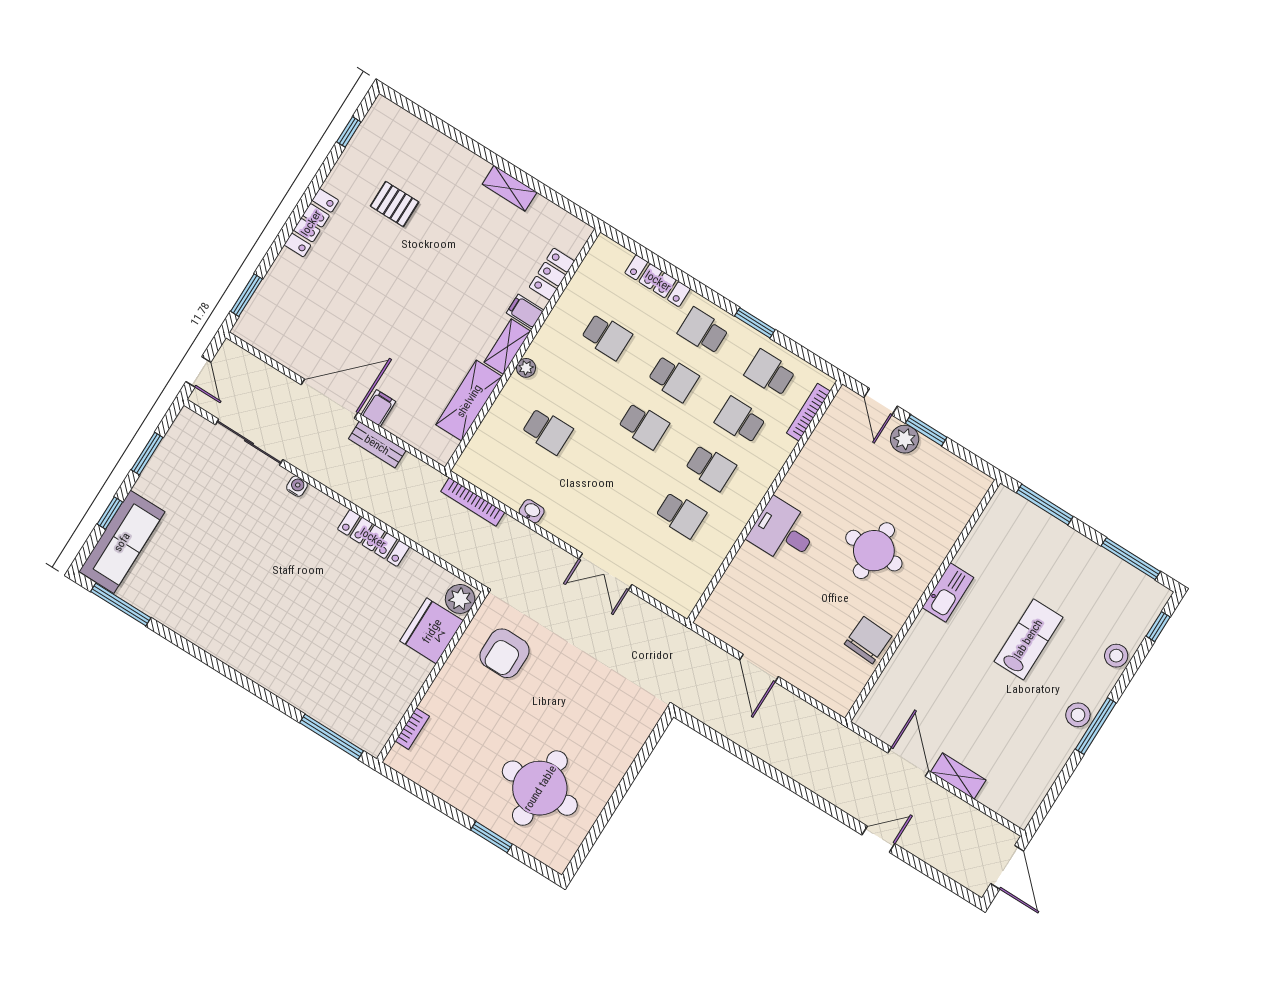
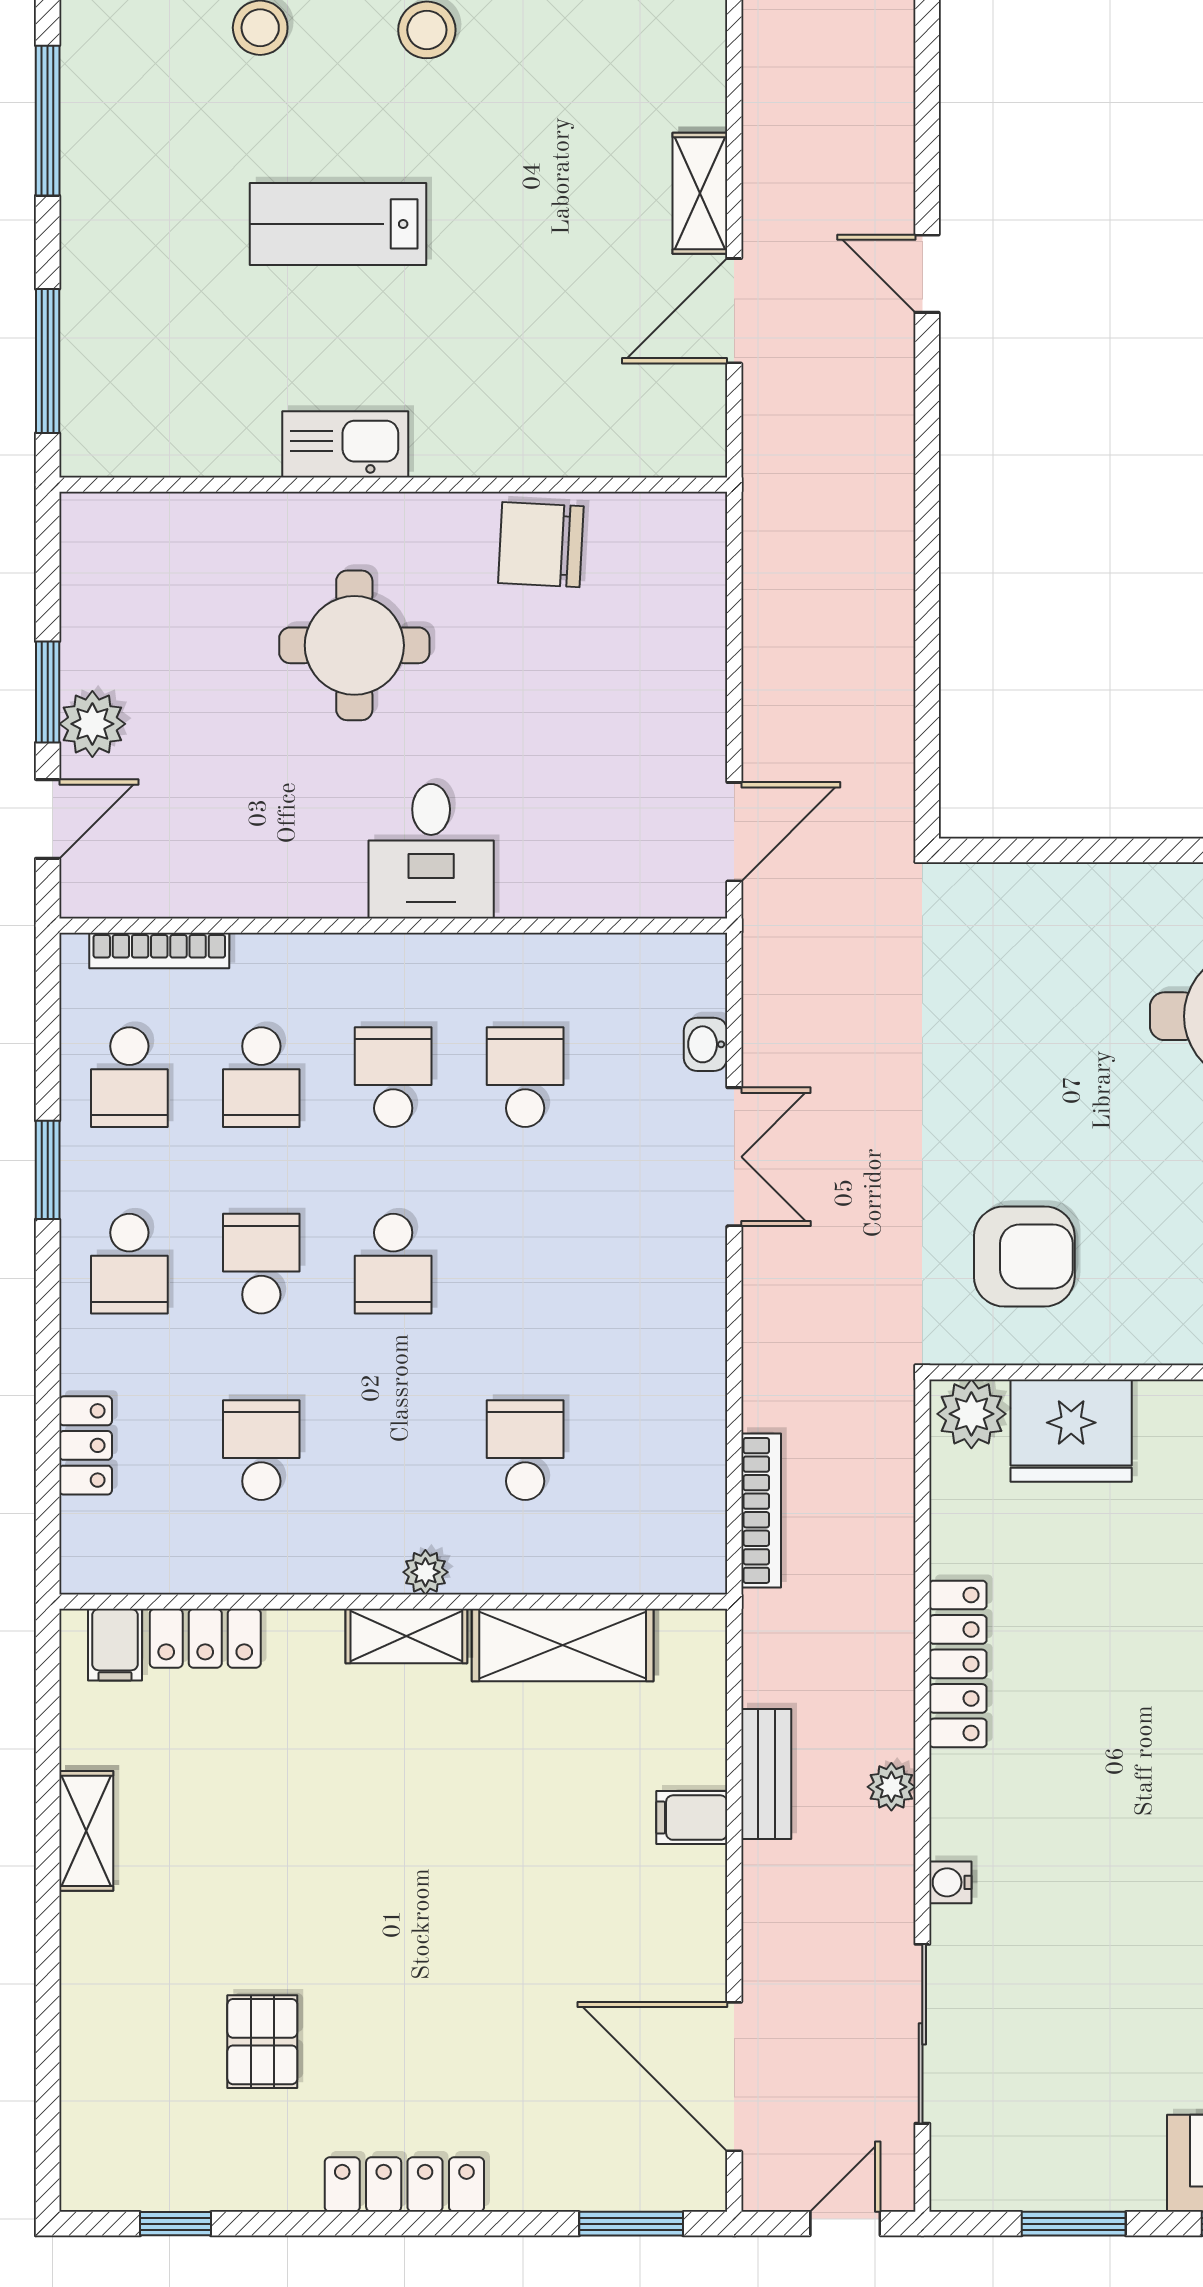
locker: (658, 281) -> (86, 1445), width x0.66
filing cabinet: (525, 312) -> (115, 1645), moved
door: (330, 399) -> (734, 2077), moved
school desk: (644, 426) -> (393, 1264), turned 180
plant: (344, 487) -> (891, 1787), added
washbasin: (532, 511) -> (706, 1044), moved
door: (759, 668) -> (734, 832), moved

